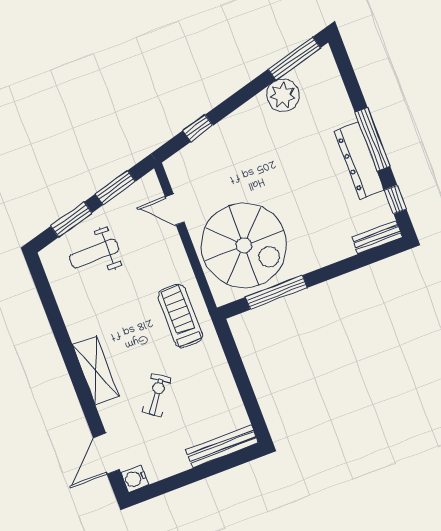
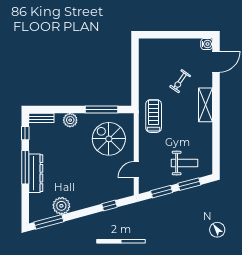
dresser: (359, 161) -> (36, 173), moved
door: (175, 209) -> (136, 170), swing flipped
spiral stairs: (244, 245) -> (109, 139), width x0.73, depth x0.73
plant: (325, 253) -> (70, 120), added
treadmill: (180, 316) -> (154, 116), turned 180
bench: (222, 446) -> (157, 44), removed

